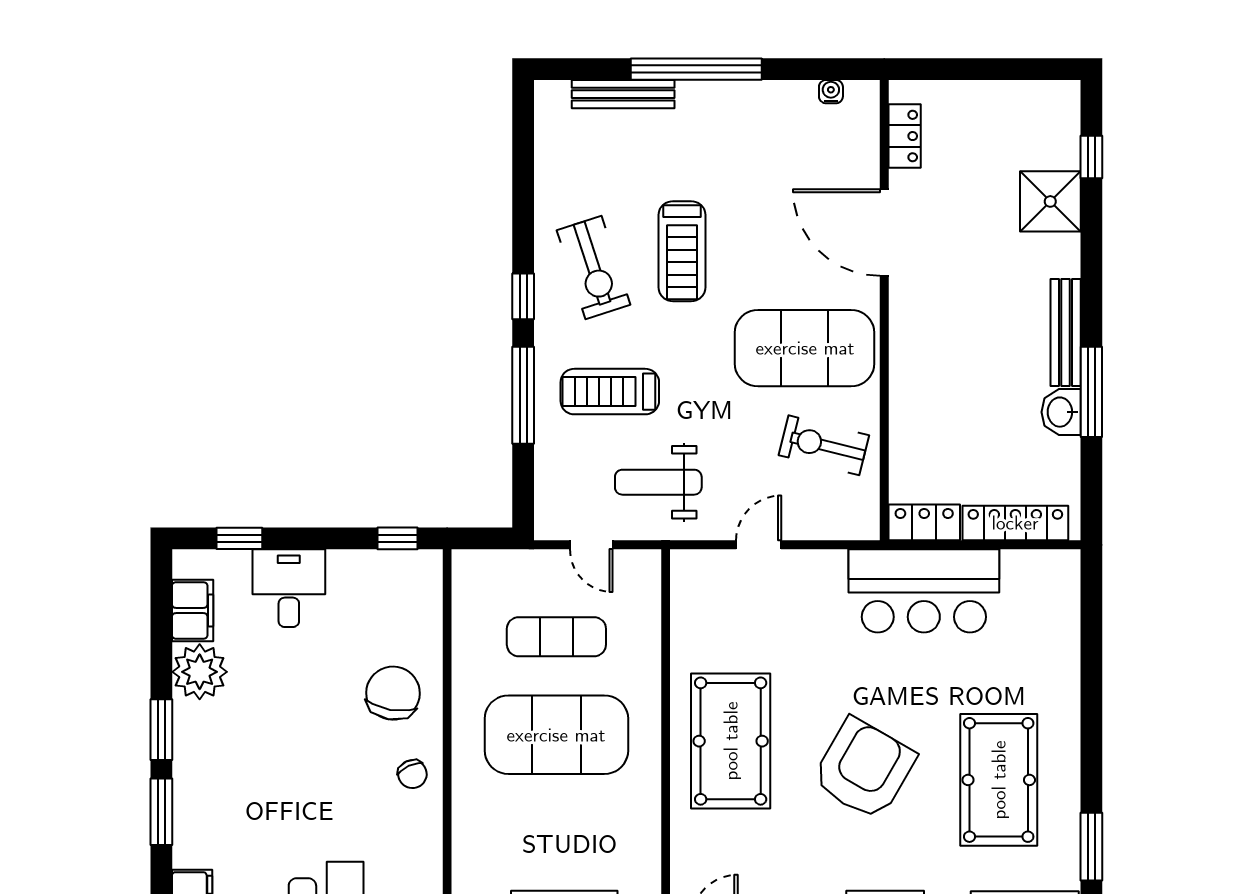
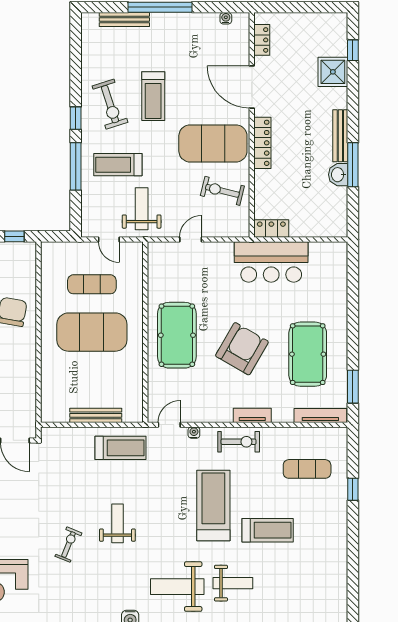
weight bench: (658, 482) -> (142, 209), turned 90
locker: (1015, 523) -> (262, 143), moved, turned 90
chair: (412, 774) -> (22, 351), removed

